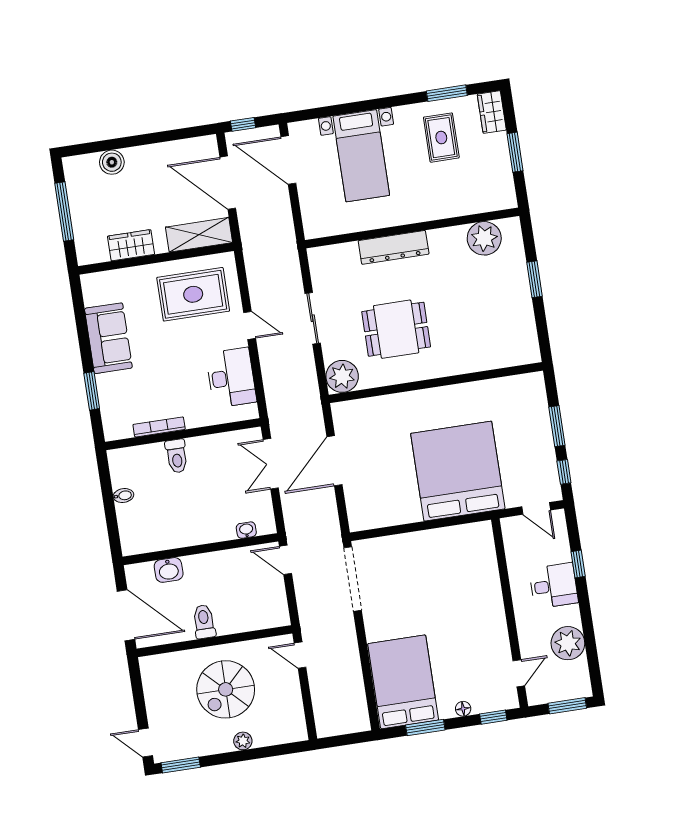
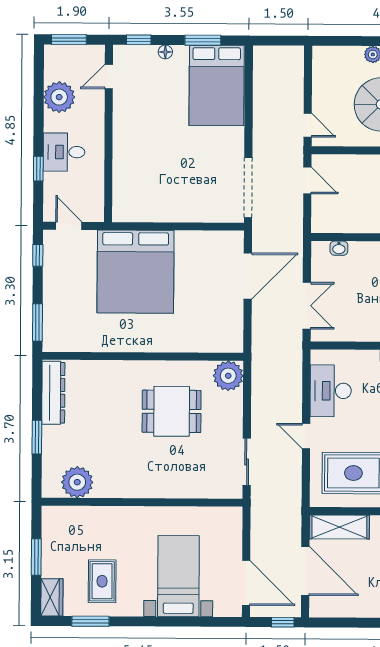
dresser: (394, 247) -> (53, 393), moved, turned 90
sliding door: (313, 318) -> (247, 462), moved
window: (557, 426) -> (37, 322), moved
door: (334, 461) -> (248, 276), moved
door: (285, 560) -> (307, 180), moved

